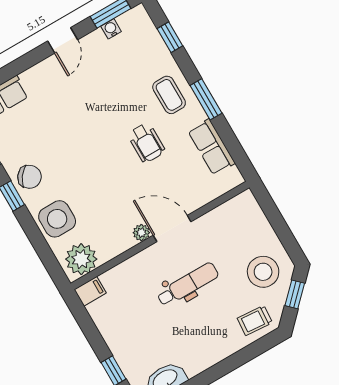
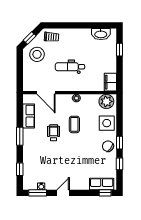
coffee table: (169, 95) -> (74, 124), moved
door: (172, 228) -> (46, 93), moved
filing cabinet: (90, 291) -> (110, 82), width x2.00

